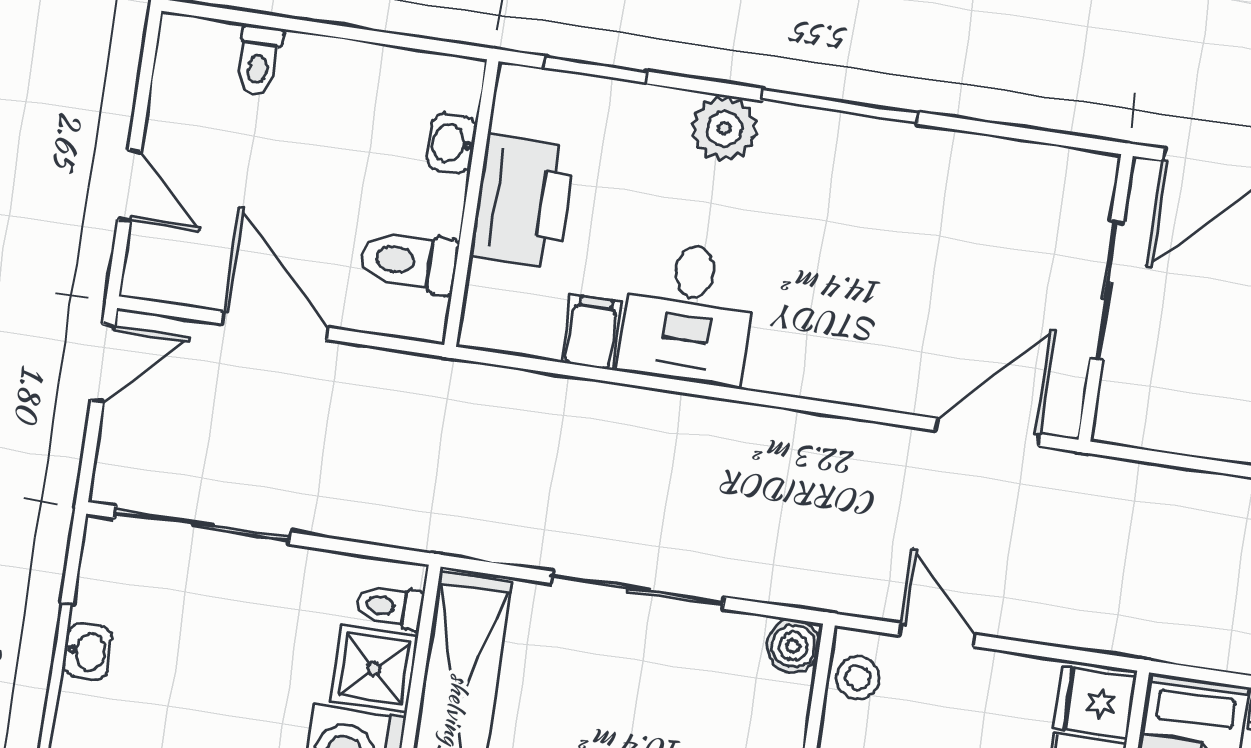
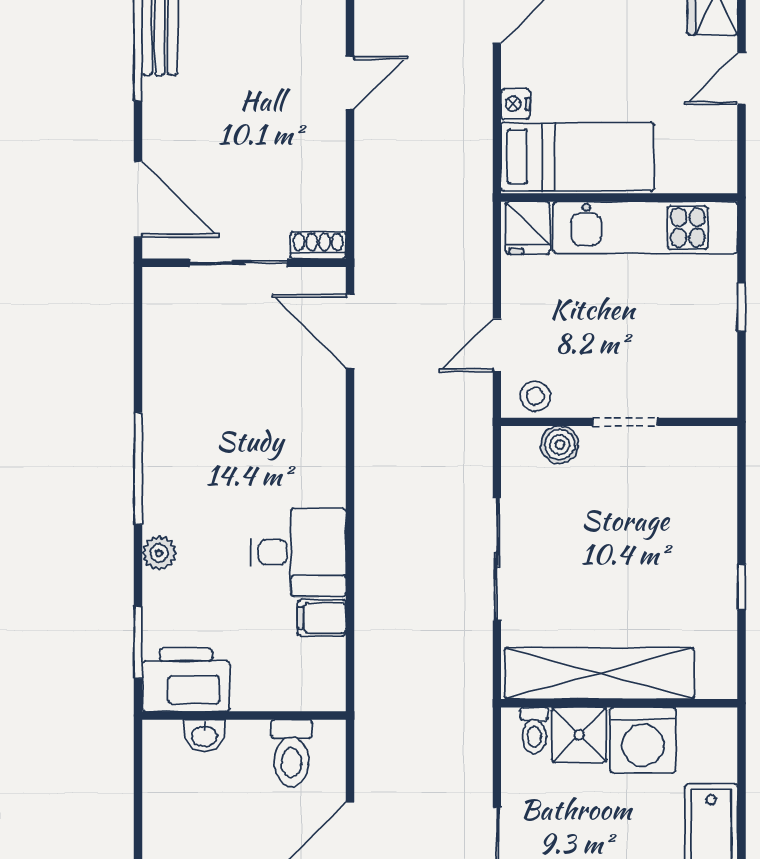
plant: (724, 129) -> (159, 553), width x0.73, depth x0.73
printer: (523, 201) -> (186, 680), moved
shoe rack: (1115, 405) -> (318, 245), added
boiler: (793, 646) -> (560, 445), moved

